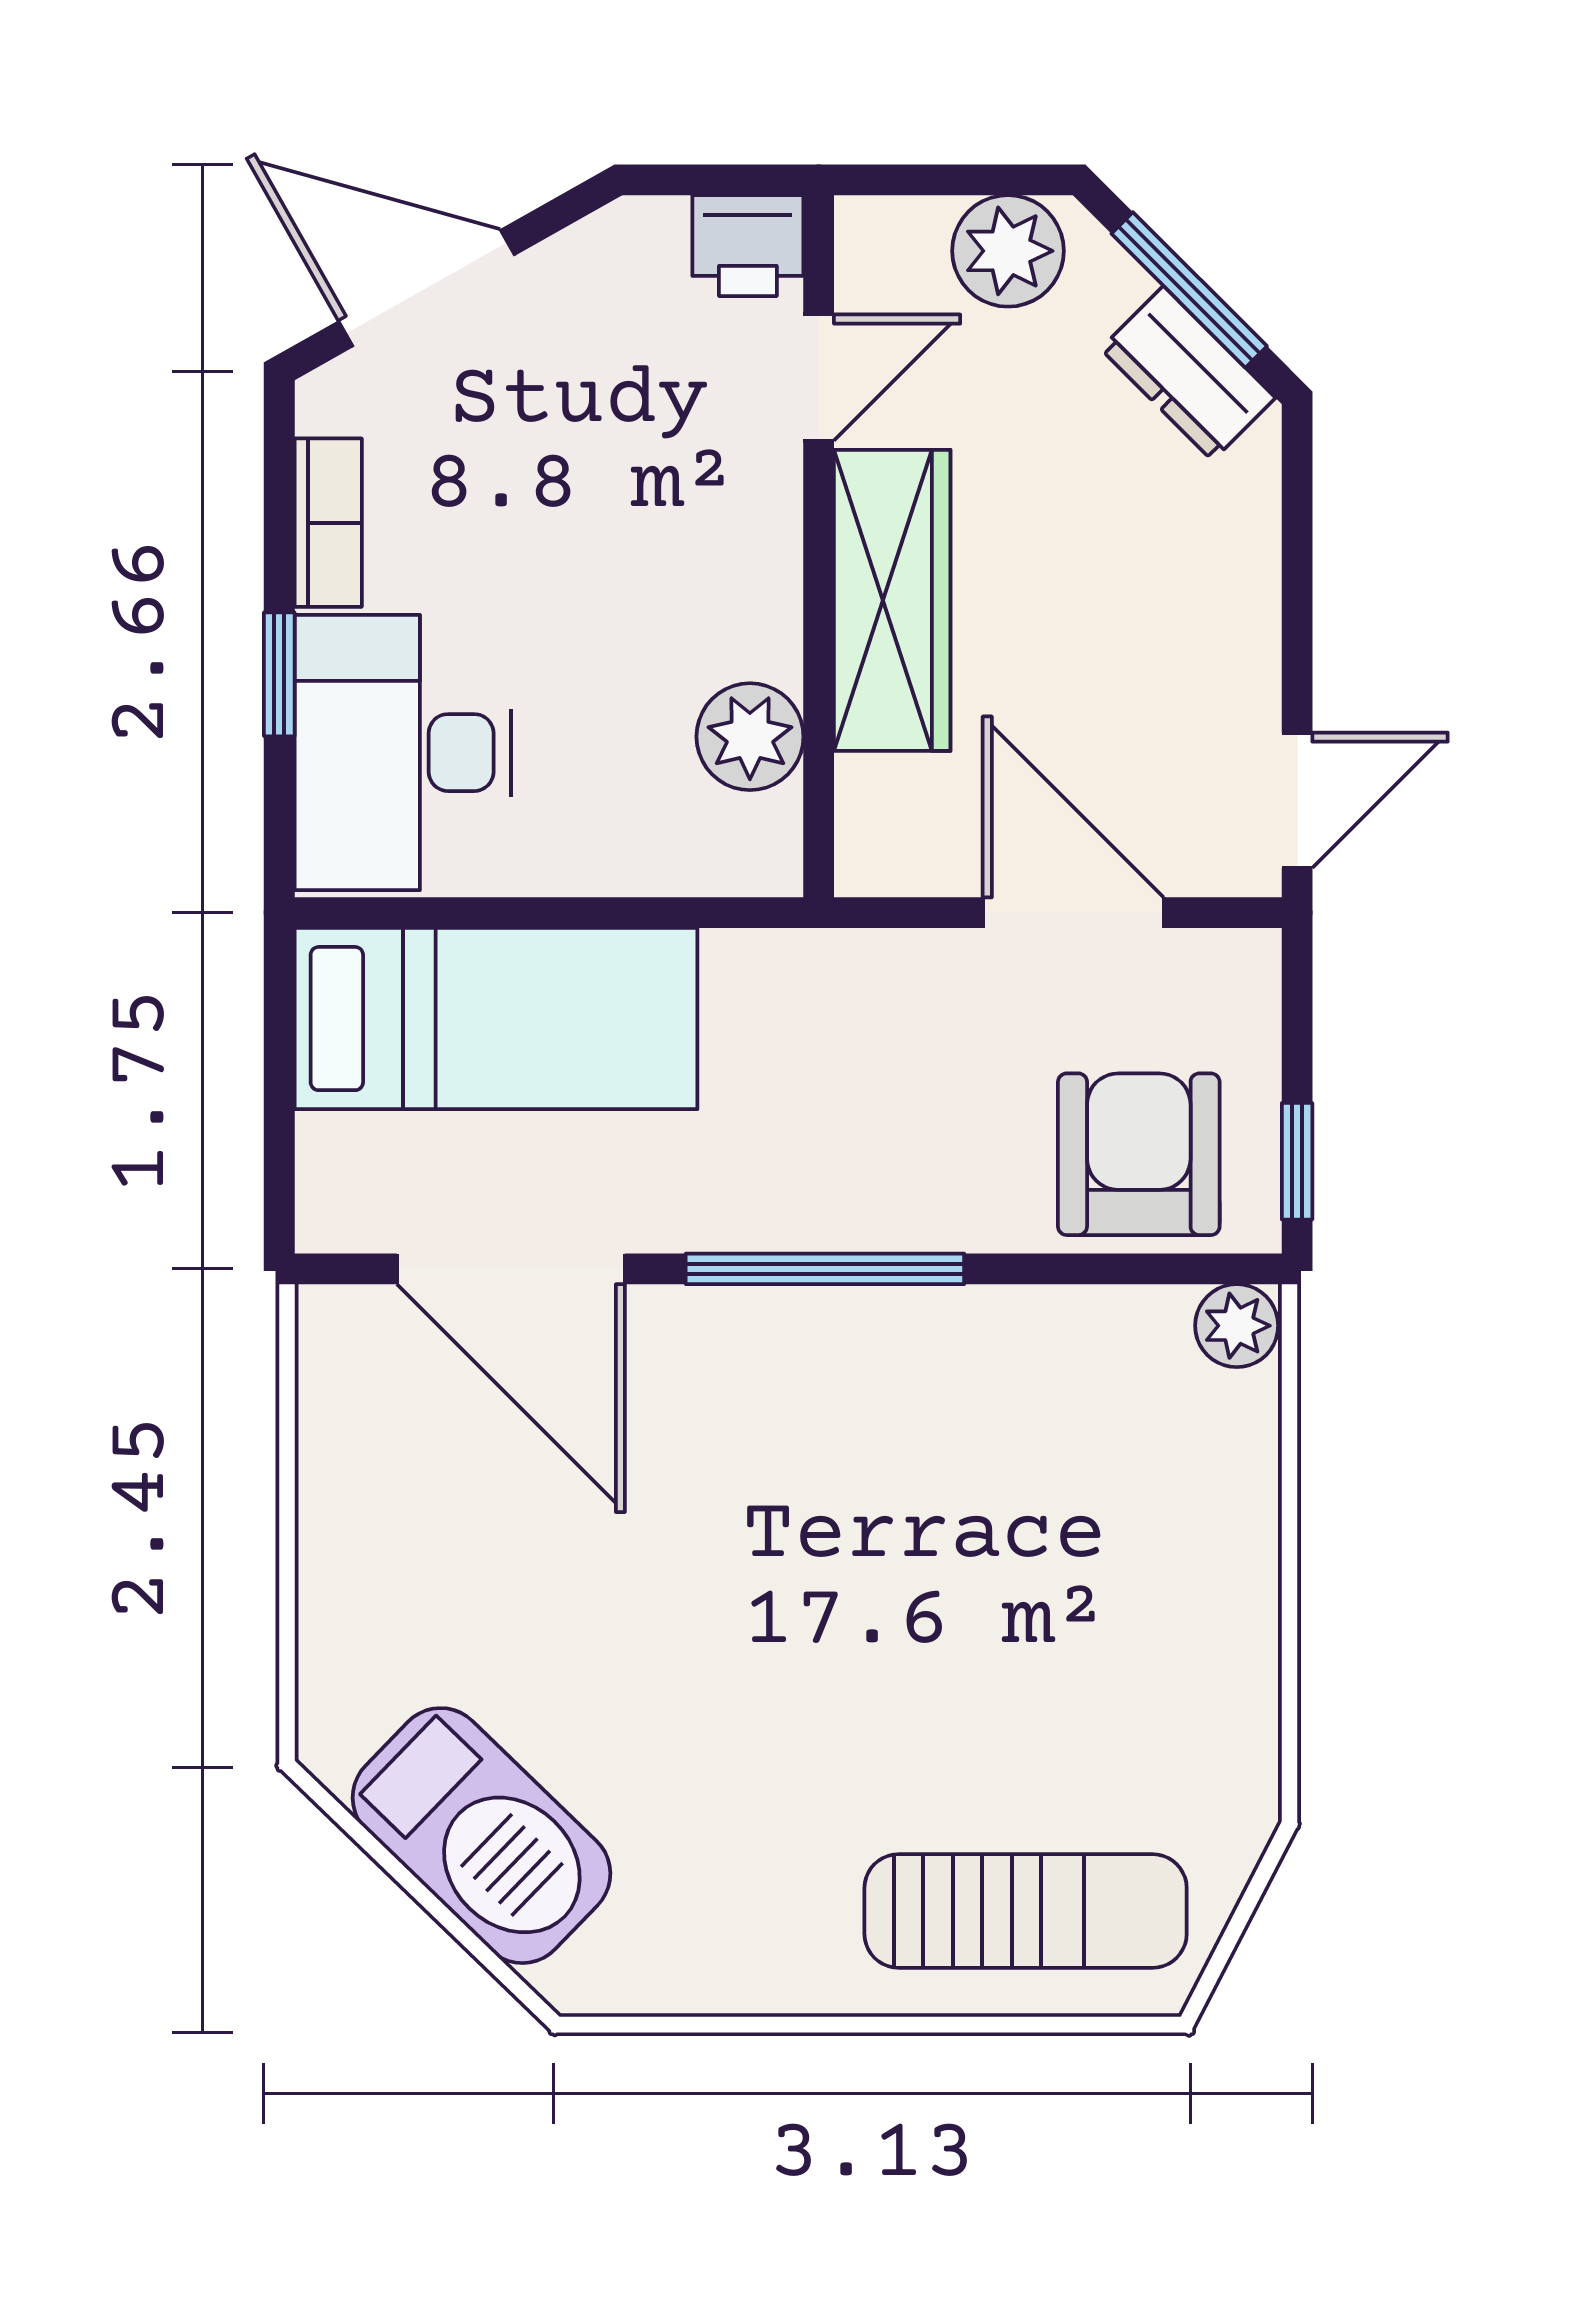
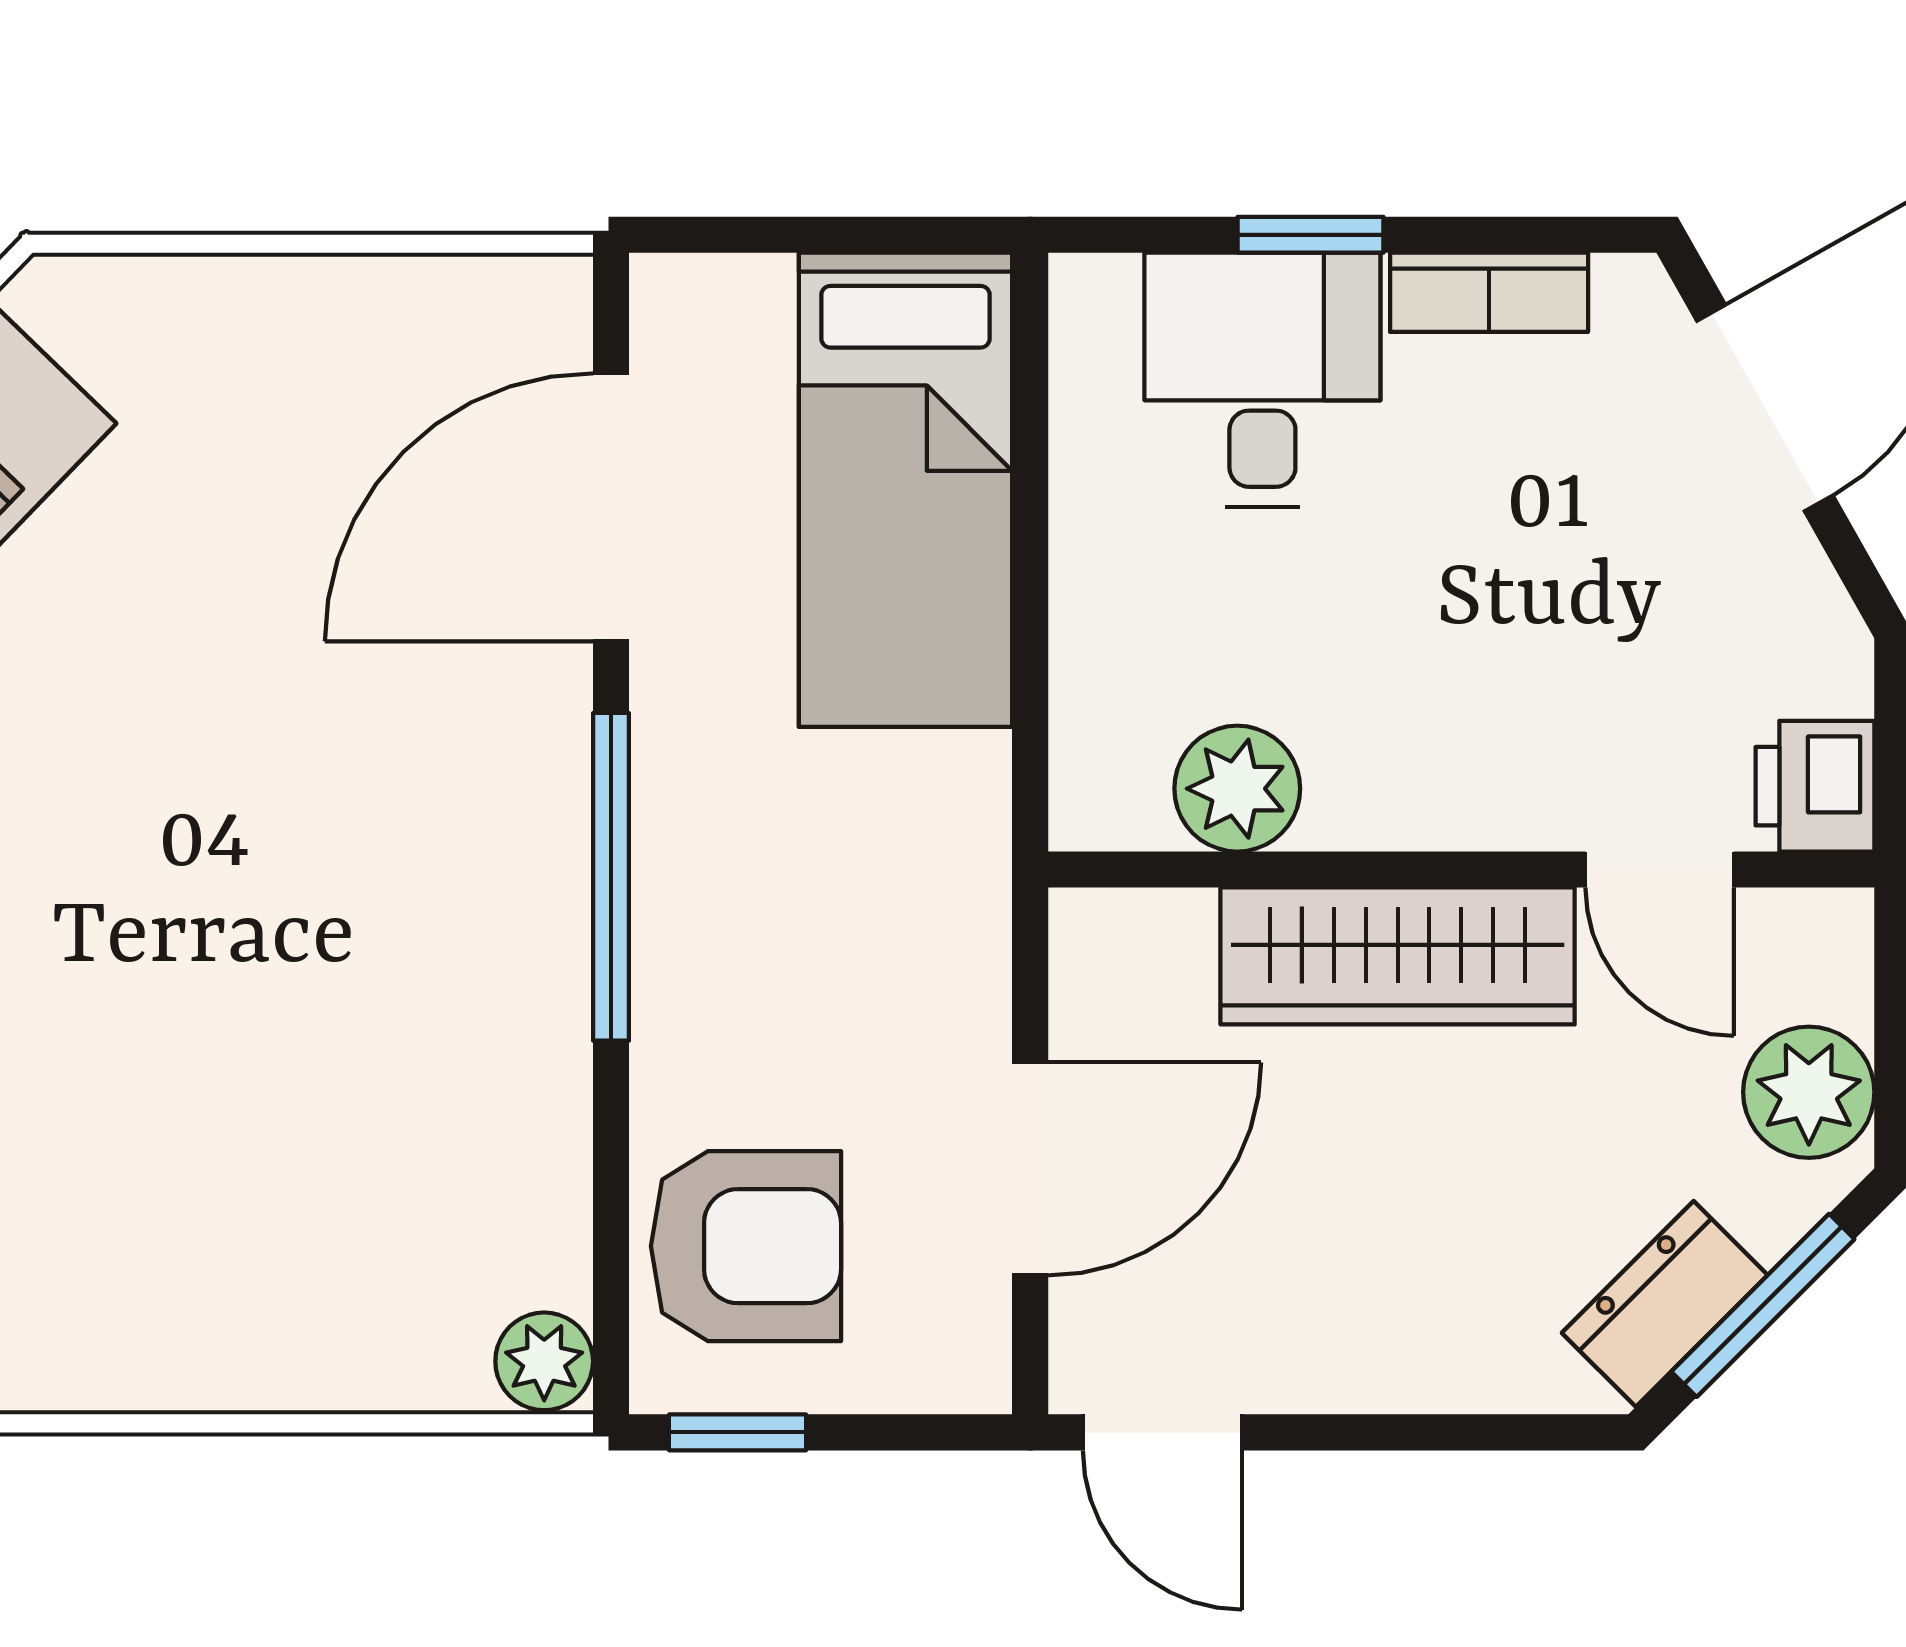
desk: (403, 753) -> (1262, 380), width x0.73

